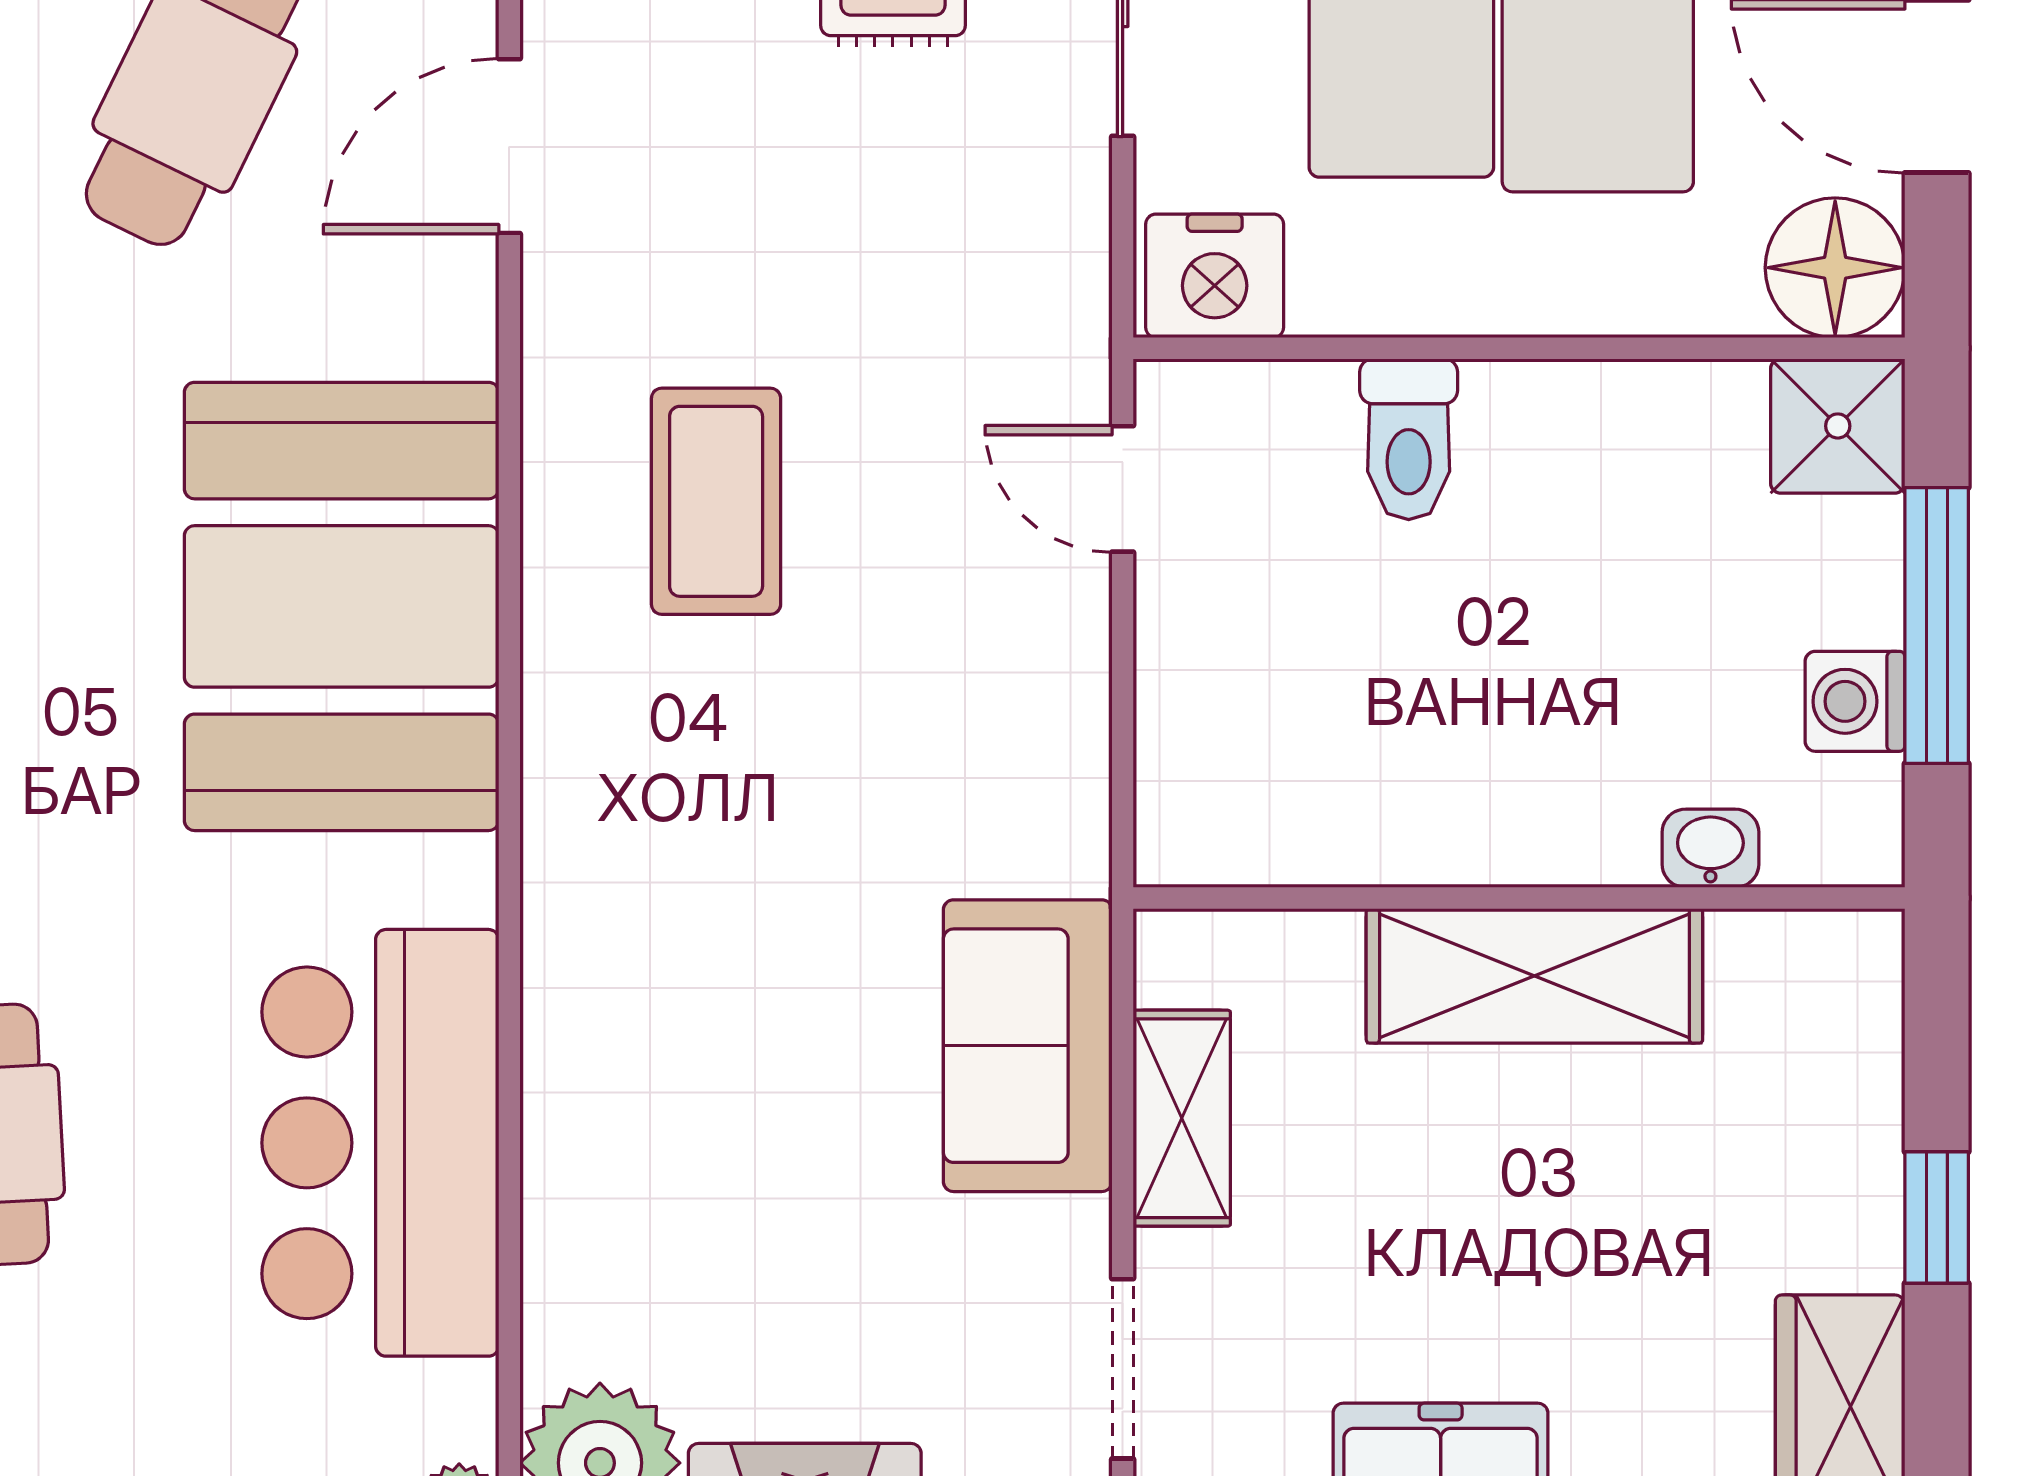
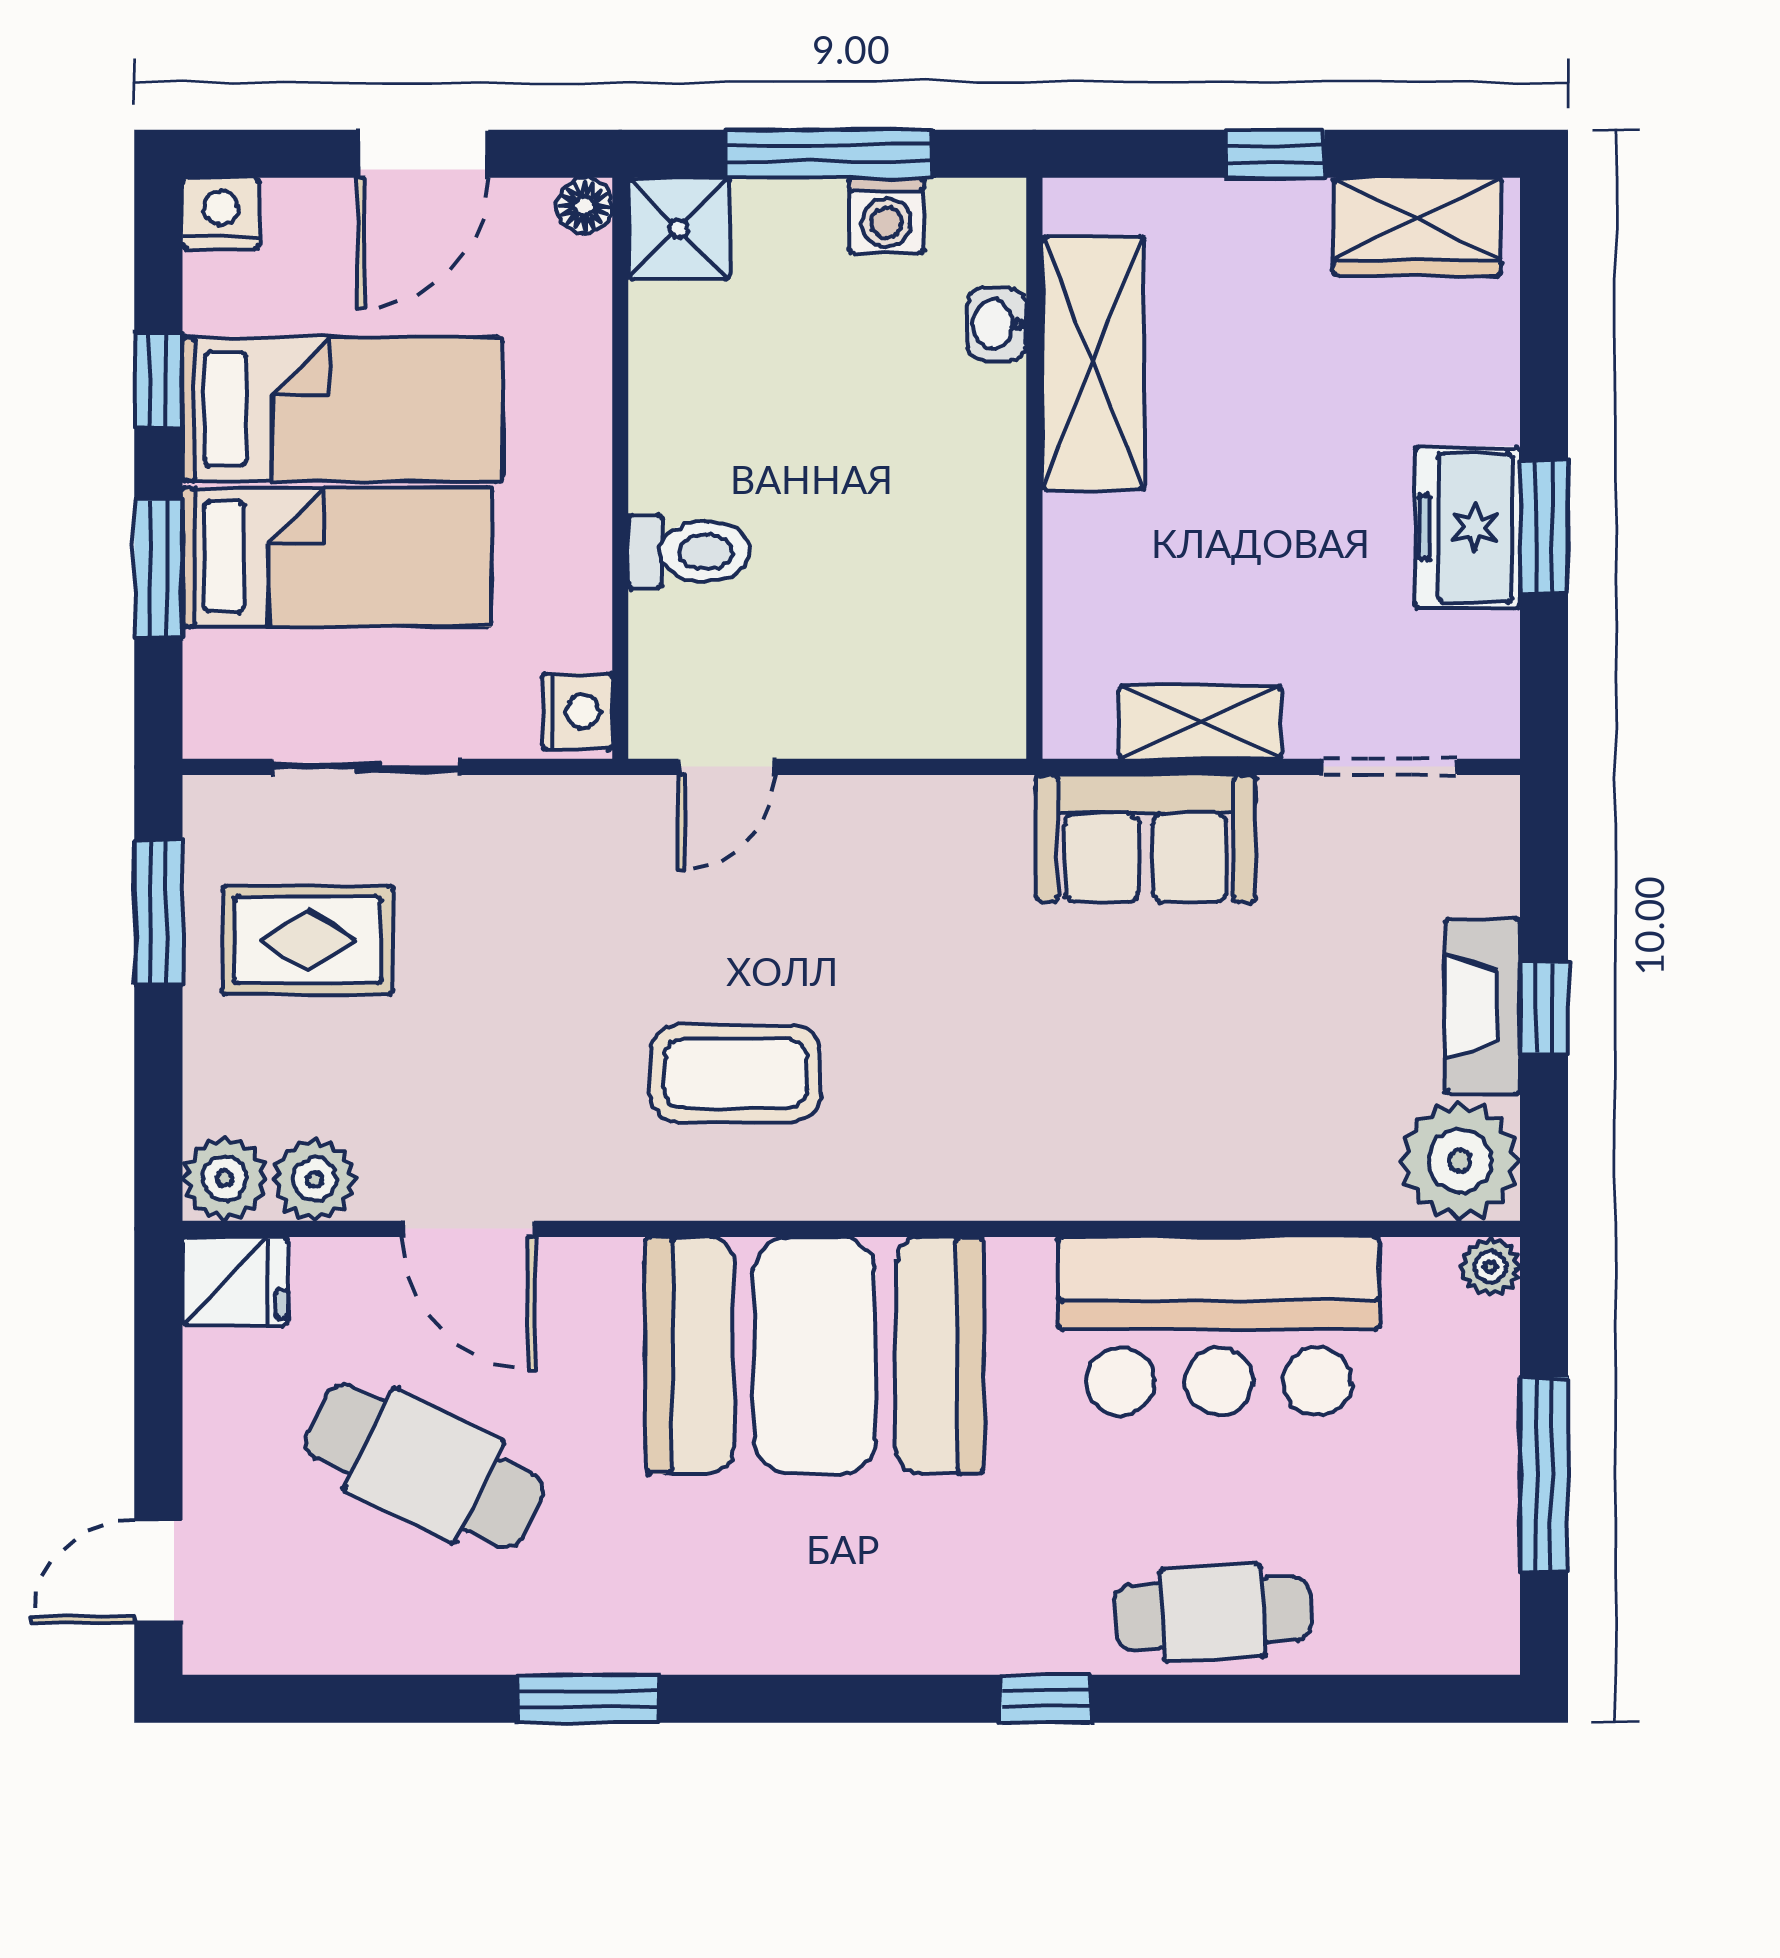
floor lamp: (1835, 268) -> (584, 206), width x0.53, depth x0.53
nightstand: (1215, 276) -> (577, 711), width x0.74, depth x0.75
shelving: (1534, 976) -> (1093, 363), moved

